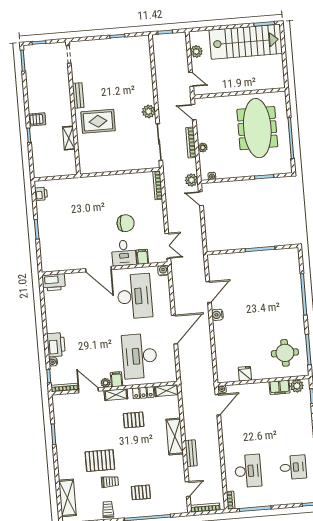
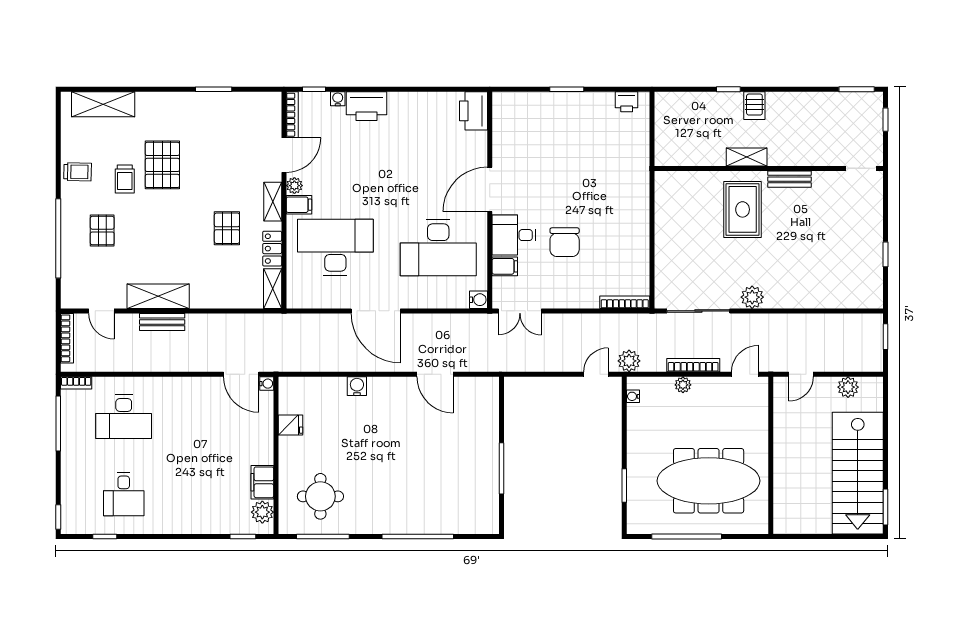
shelving: (69, 138) -> (747, 157), moved
water cooler: (217, 315) -> (357, 386), moved
shelving: (175, 437) -> (158, 296), moved

